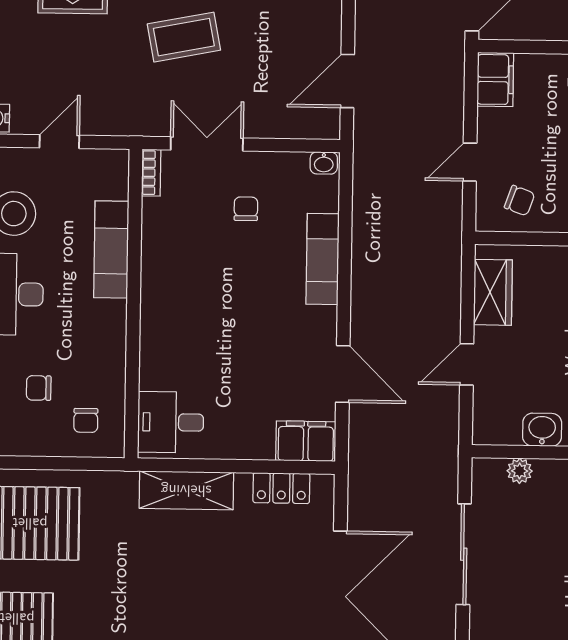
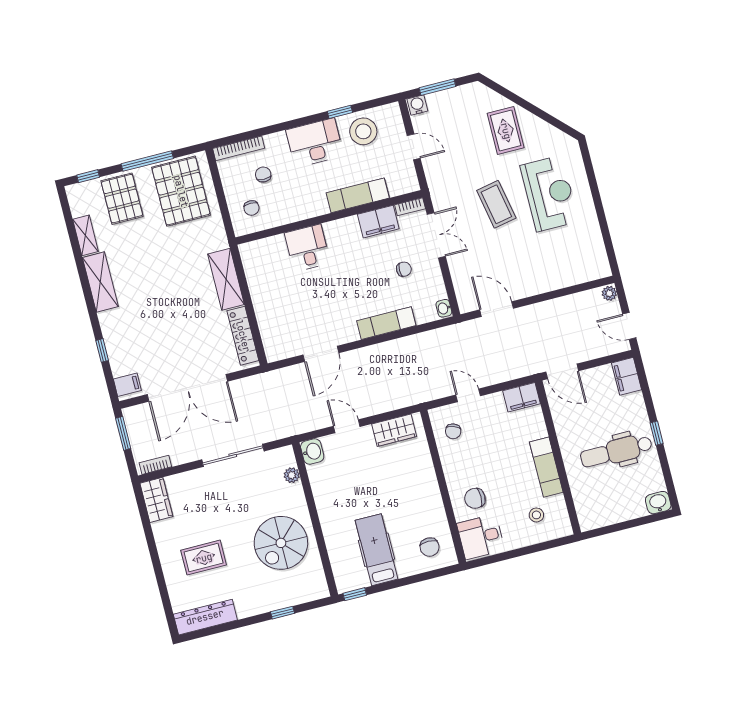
chair: (86, 420) -> (251, 208), turned -90
desk: (171, 422) -> (307, 248), moved
washbasin: (542, 430) -> (312, 452), moved
filing cabinet: (306, 441) -> (378, 222), moved, turned 90
locker: (281, 488) -> (243, 336), width x1.53

